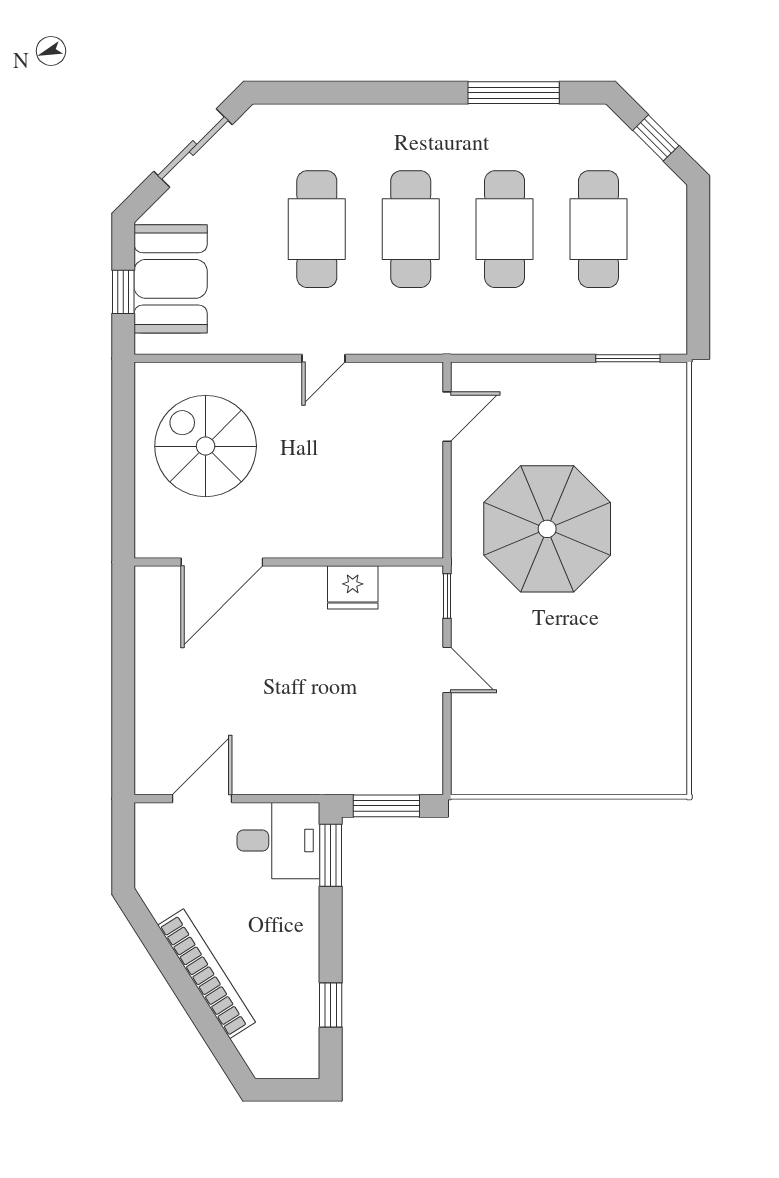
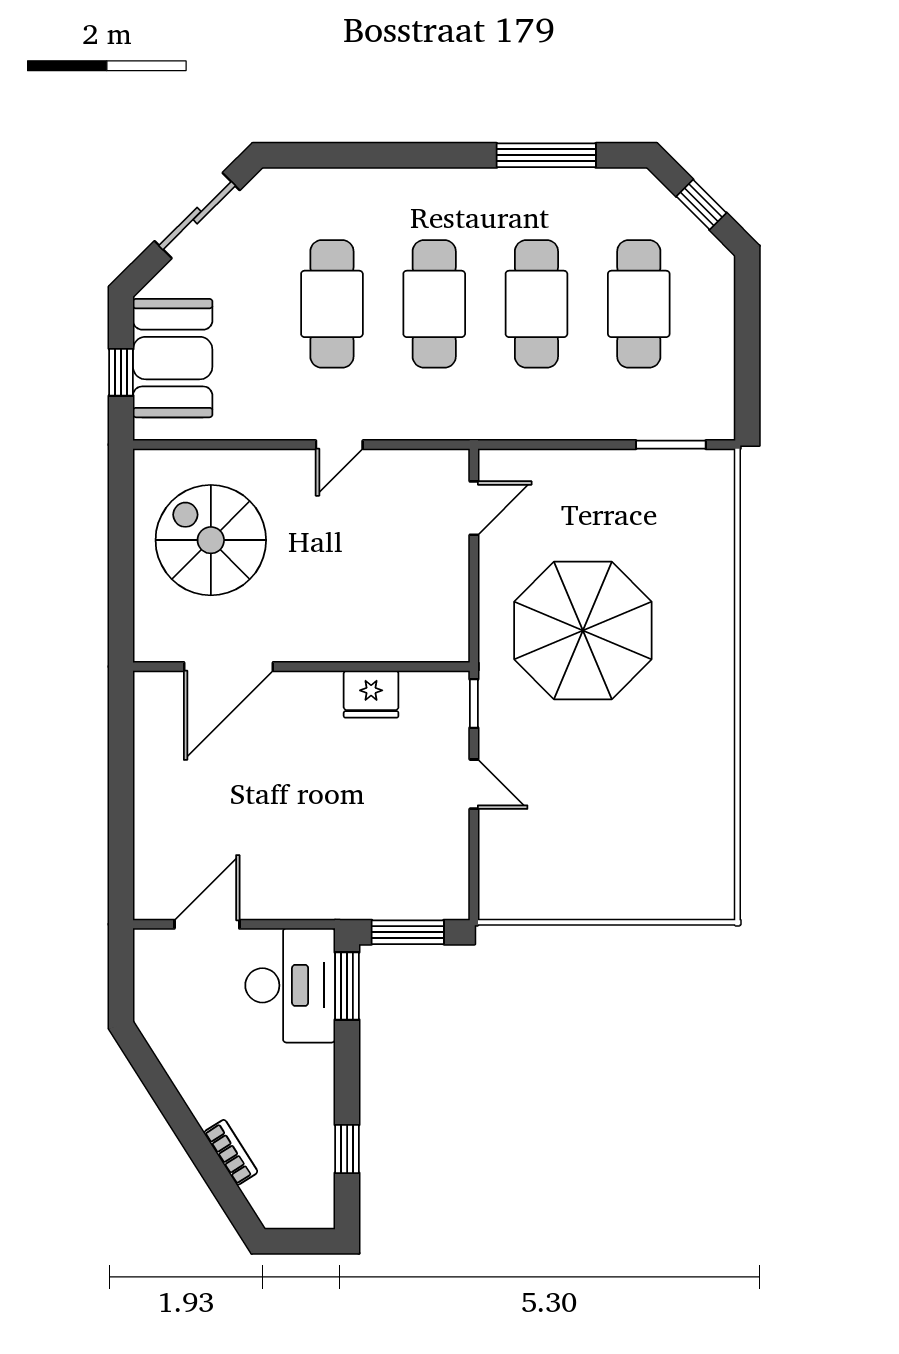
desk: (278, 841) -> (290, 985), width x1.37
bookcase: (206, 974) -> (231, 1152), width x0.43, depth x0.76

